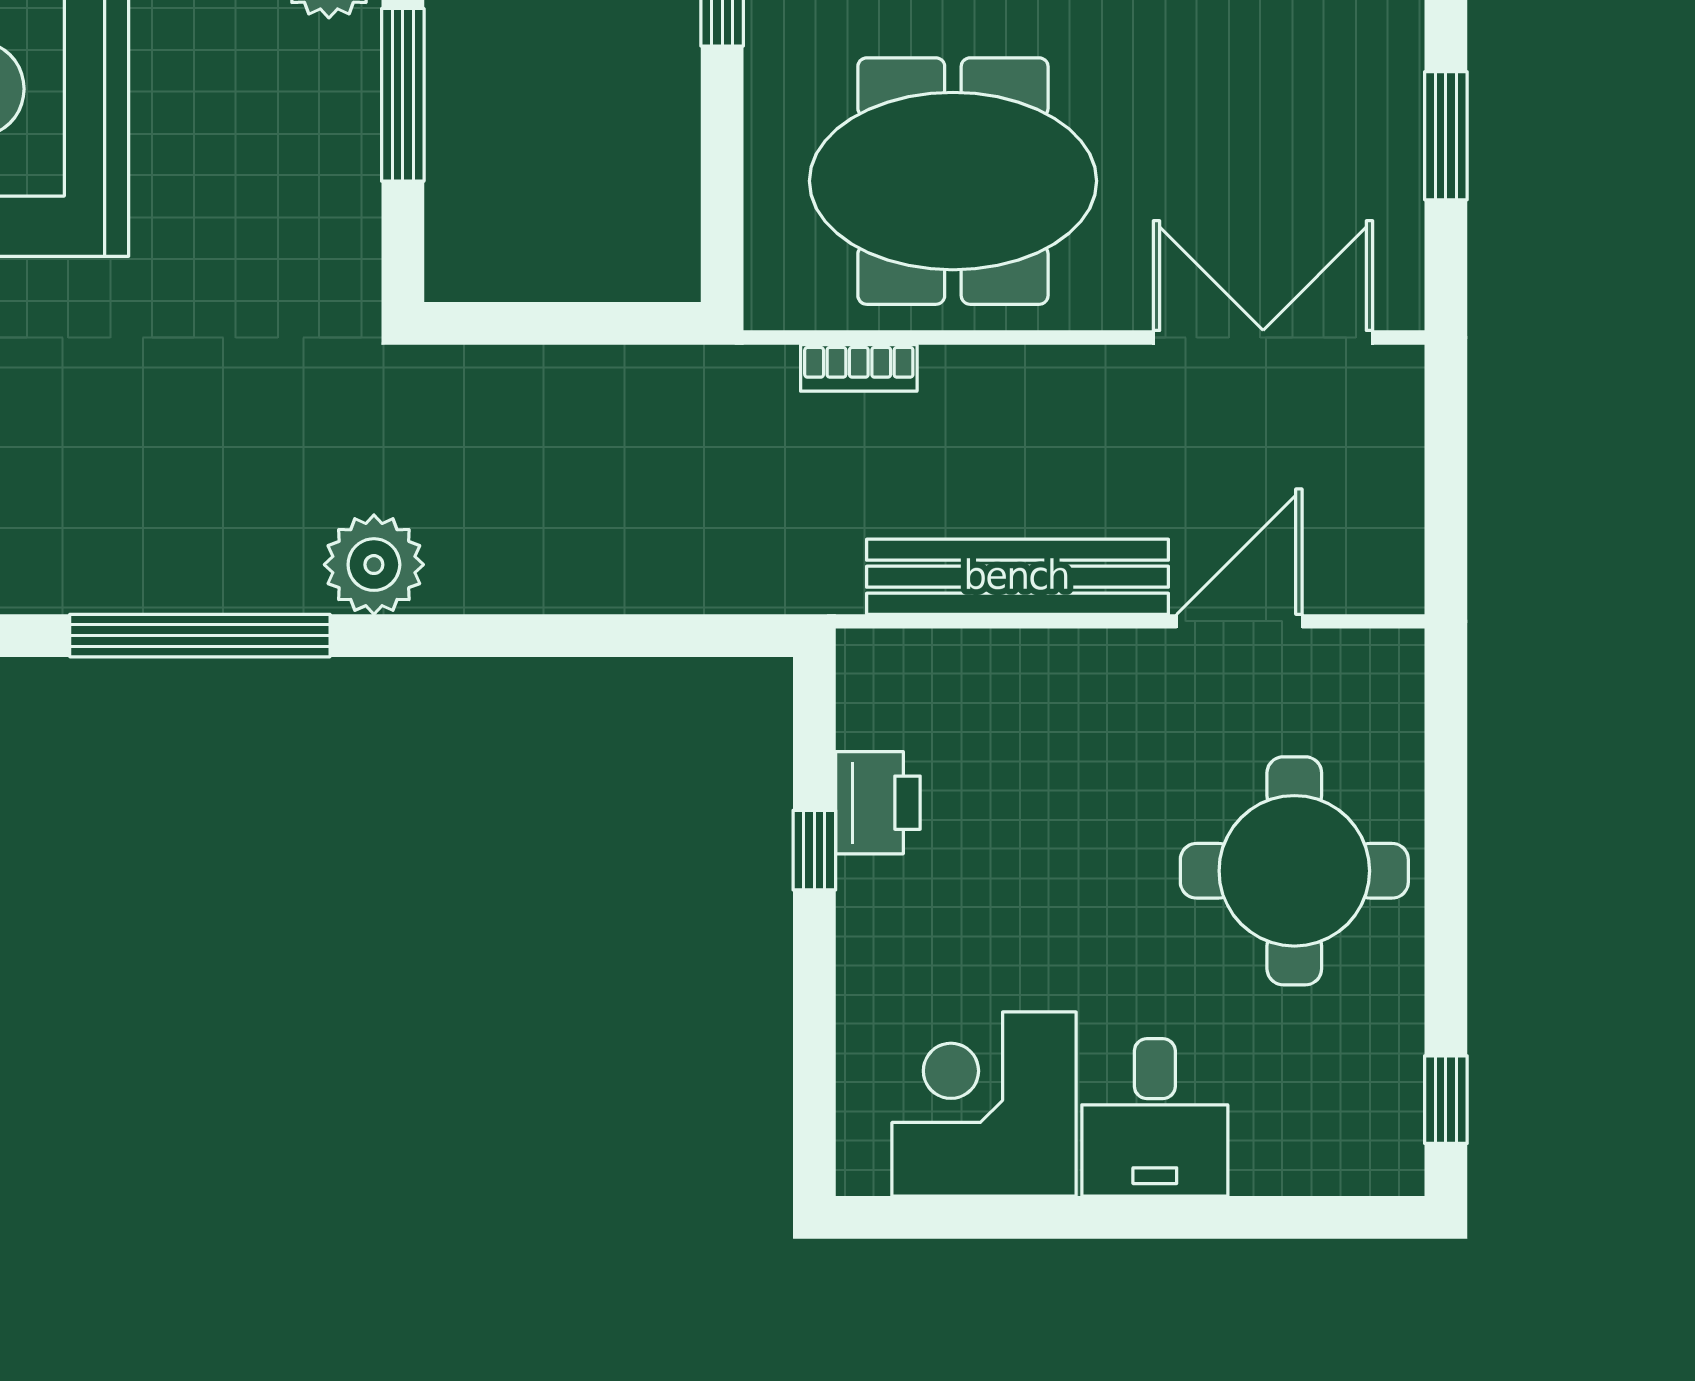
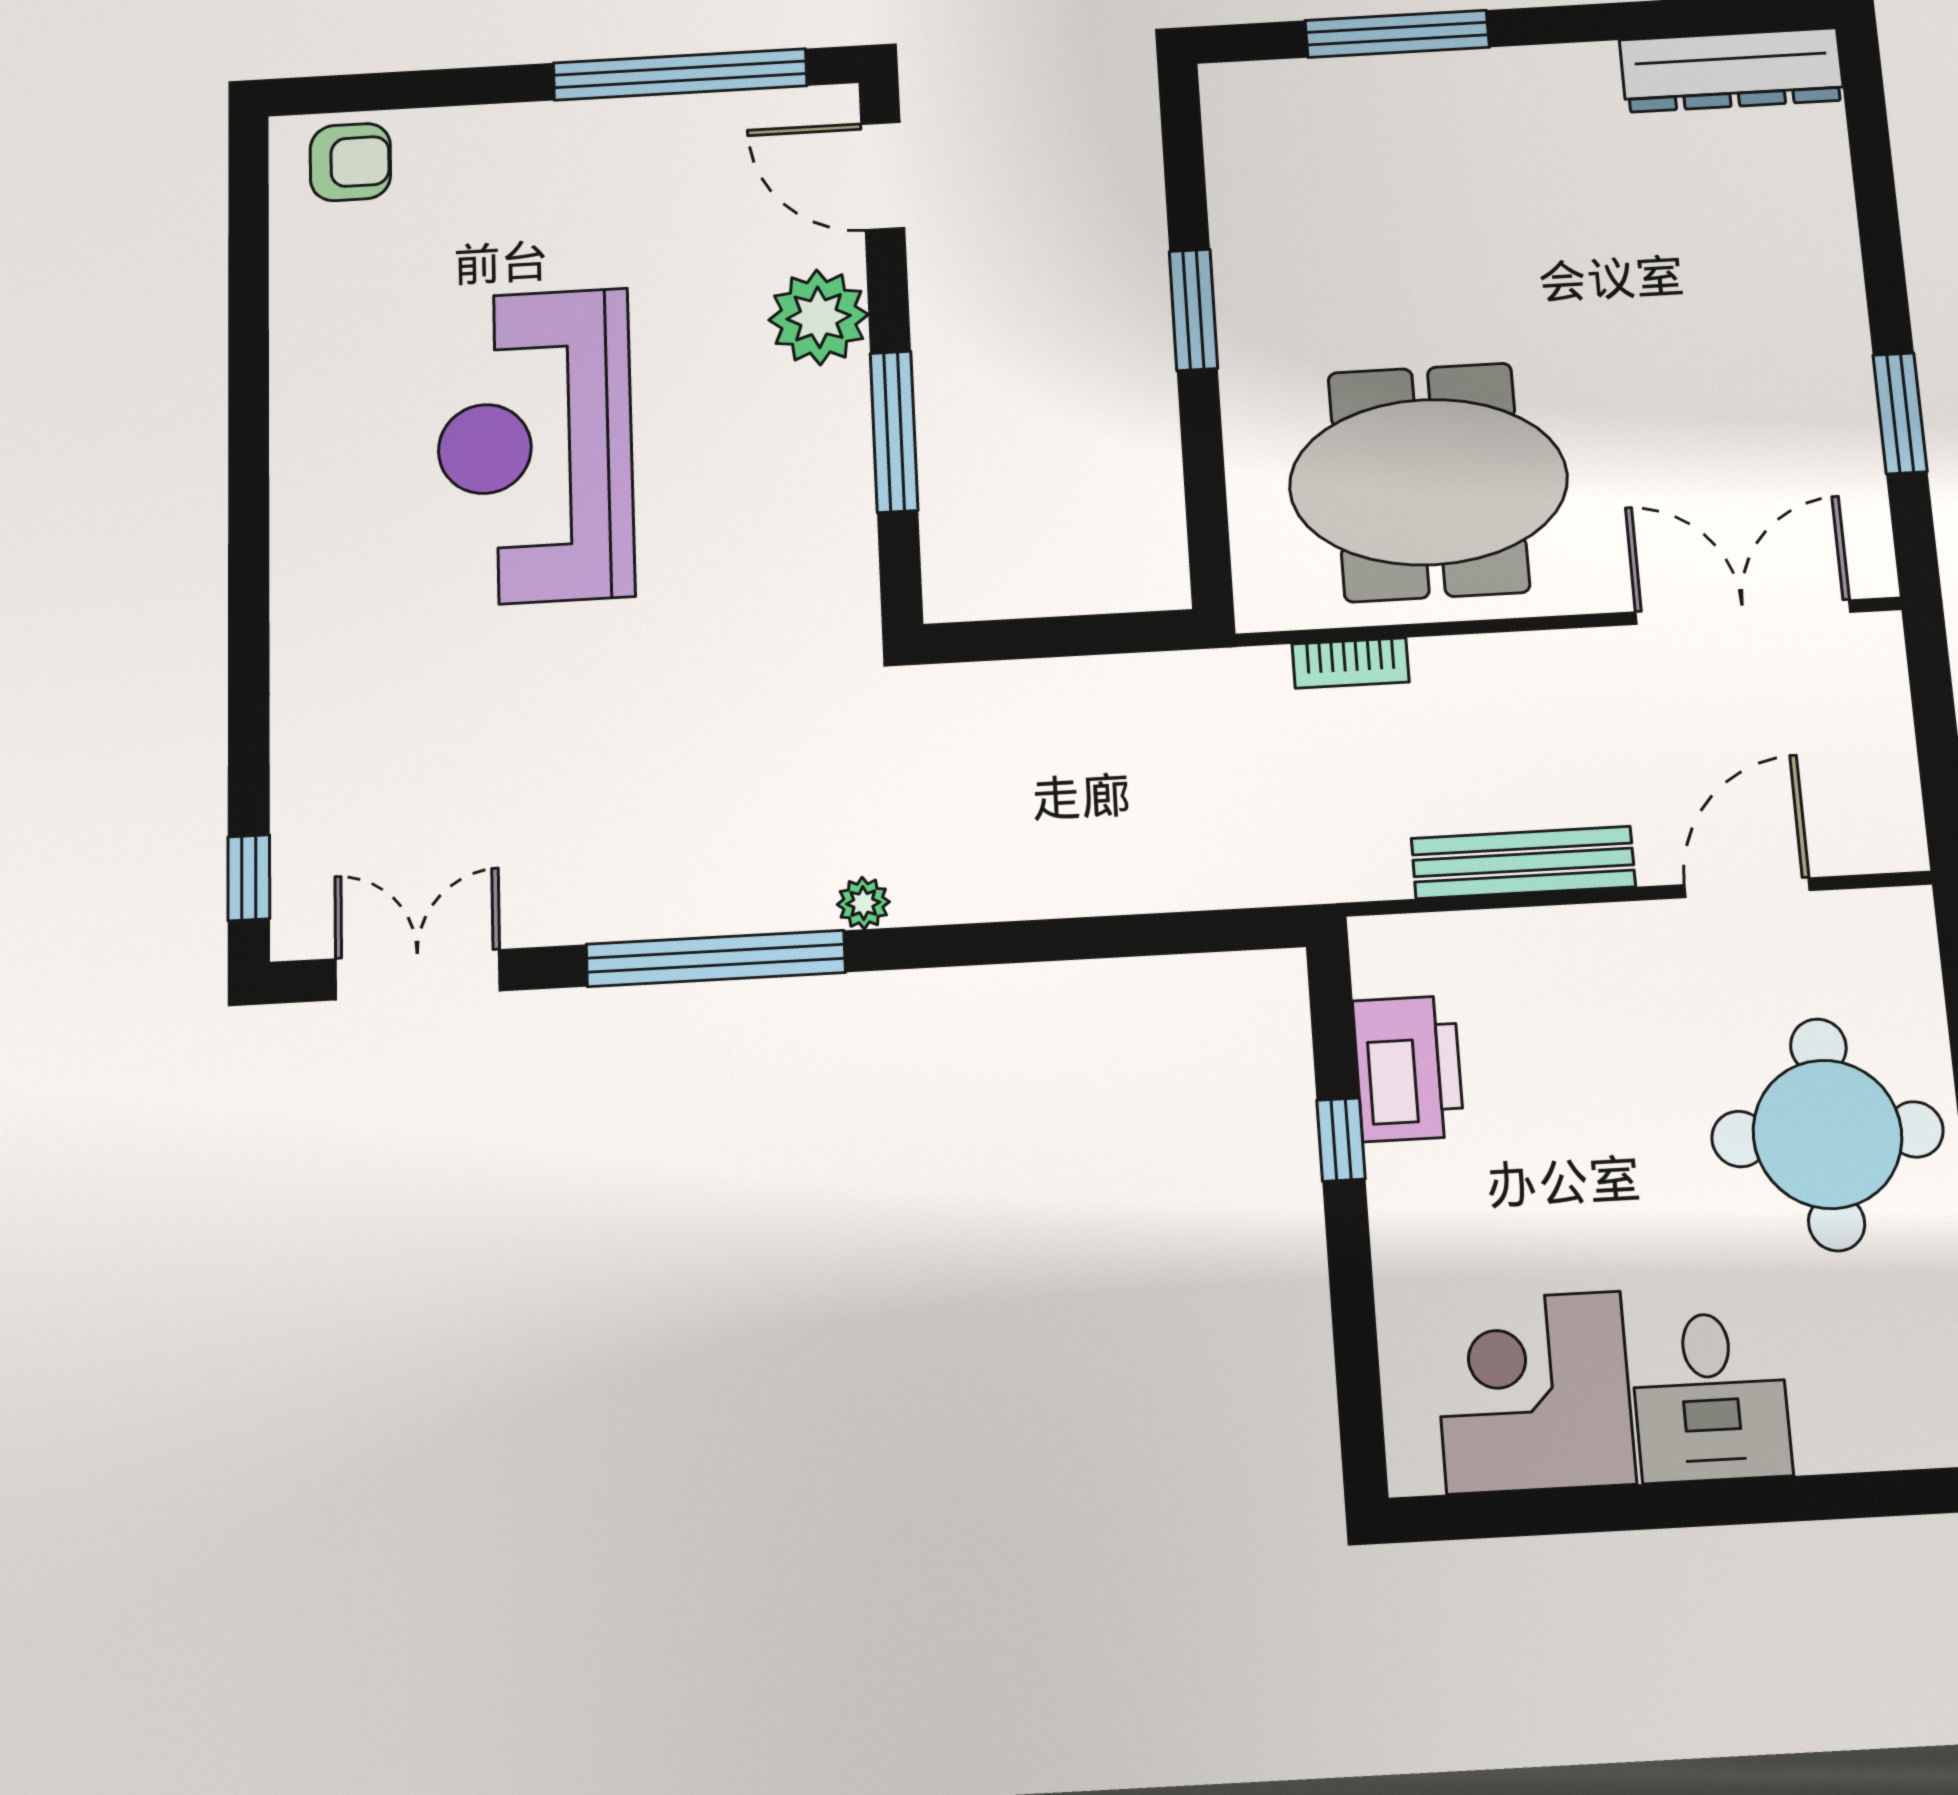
plant: (374, 565) -> (863, 903), width x0.53, depth x0.53
bench: (1017, 577) -> (1523, 862), width x0.73, depth x0.82
printer: (878, 803) -> (1408, 1068), width x1.37, depth x1.19

